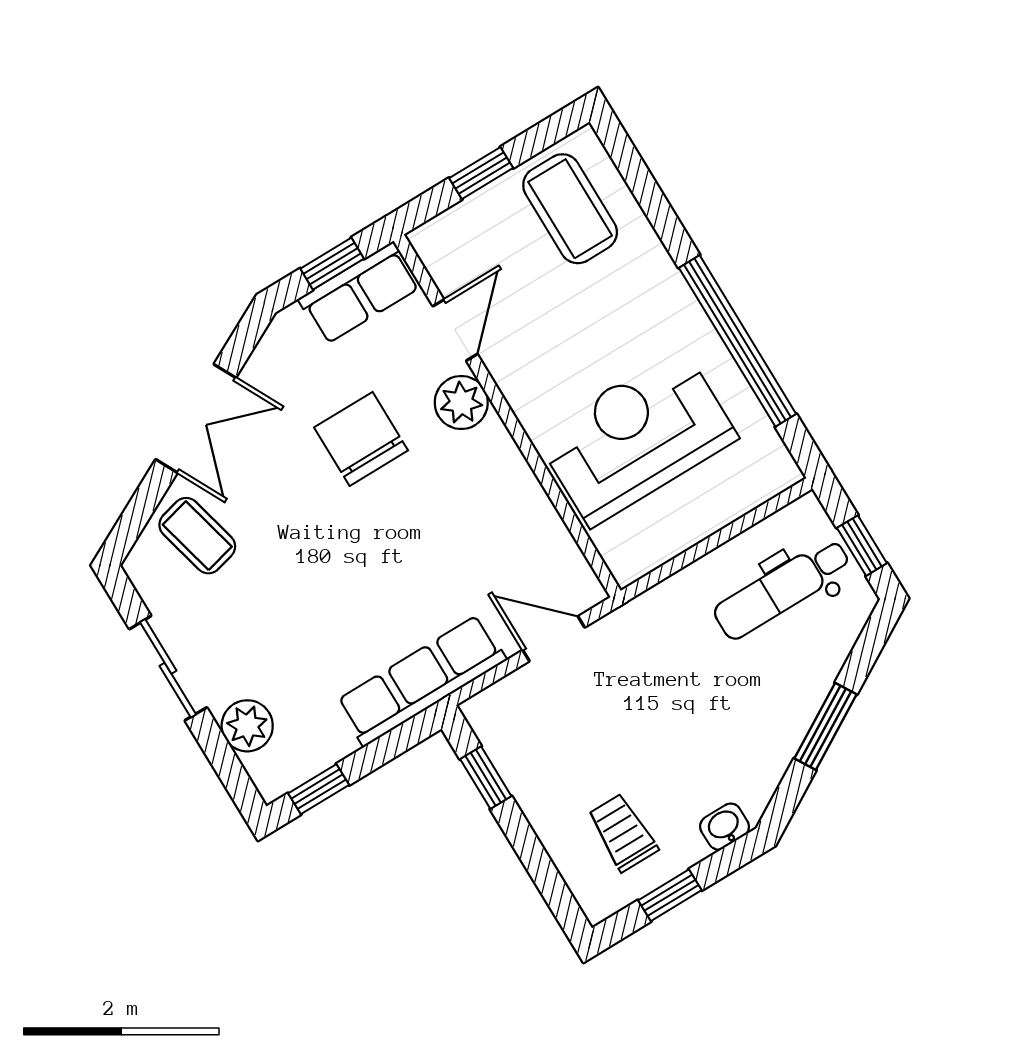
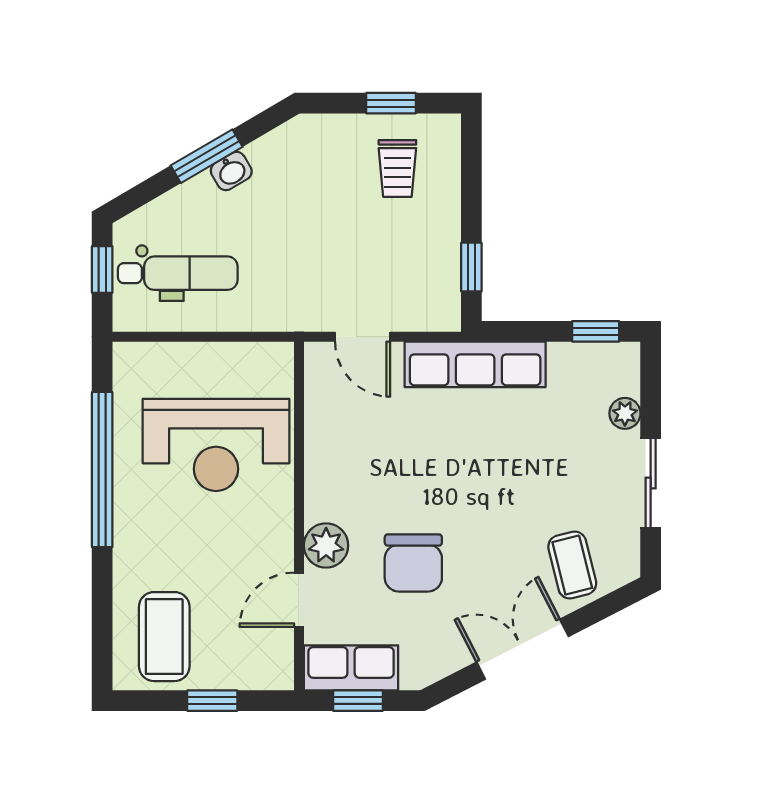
plant: (247, 726) -> (625, 413), width x0.73, depth x0.73
washbasin: (725, 827) -> (231, 171), moved, turned -30

